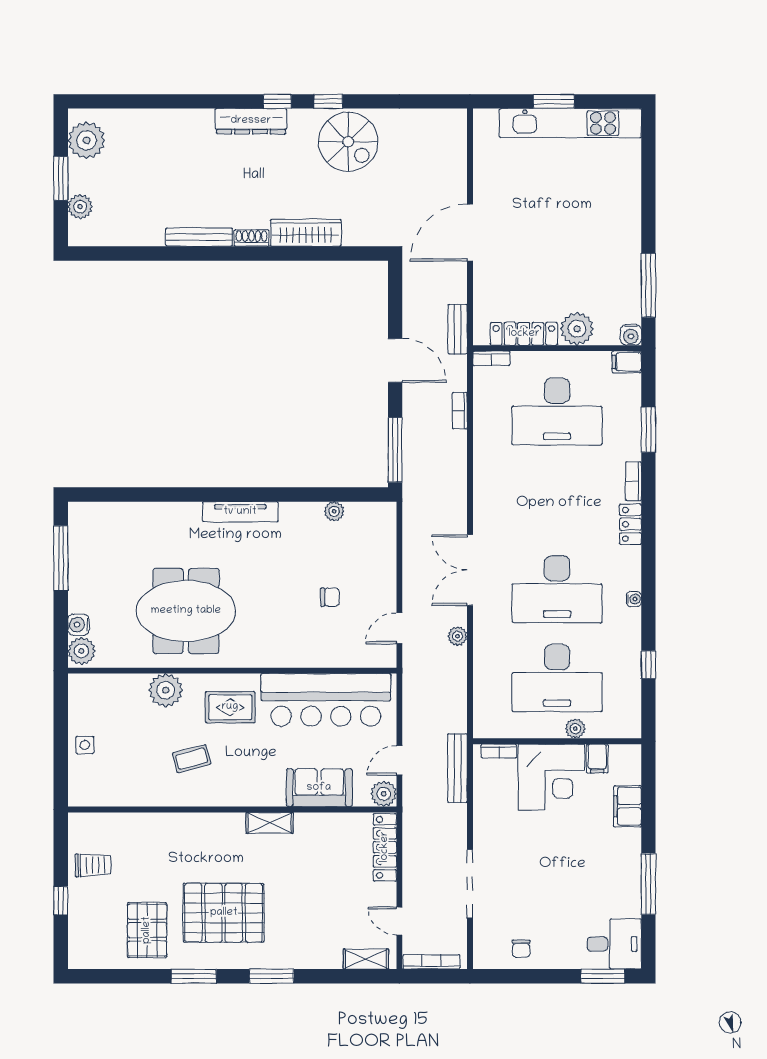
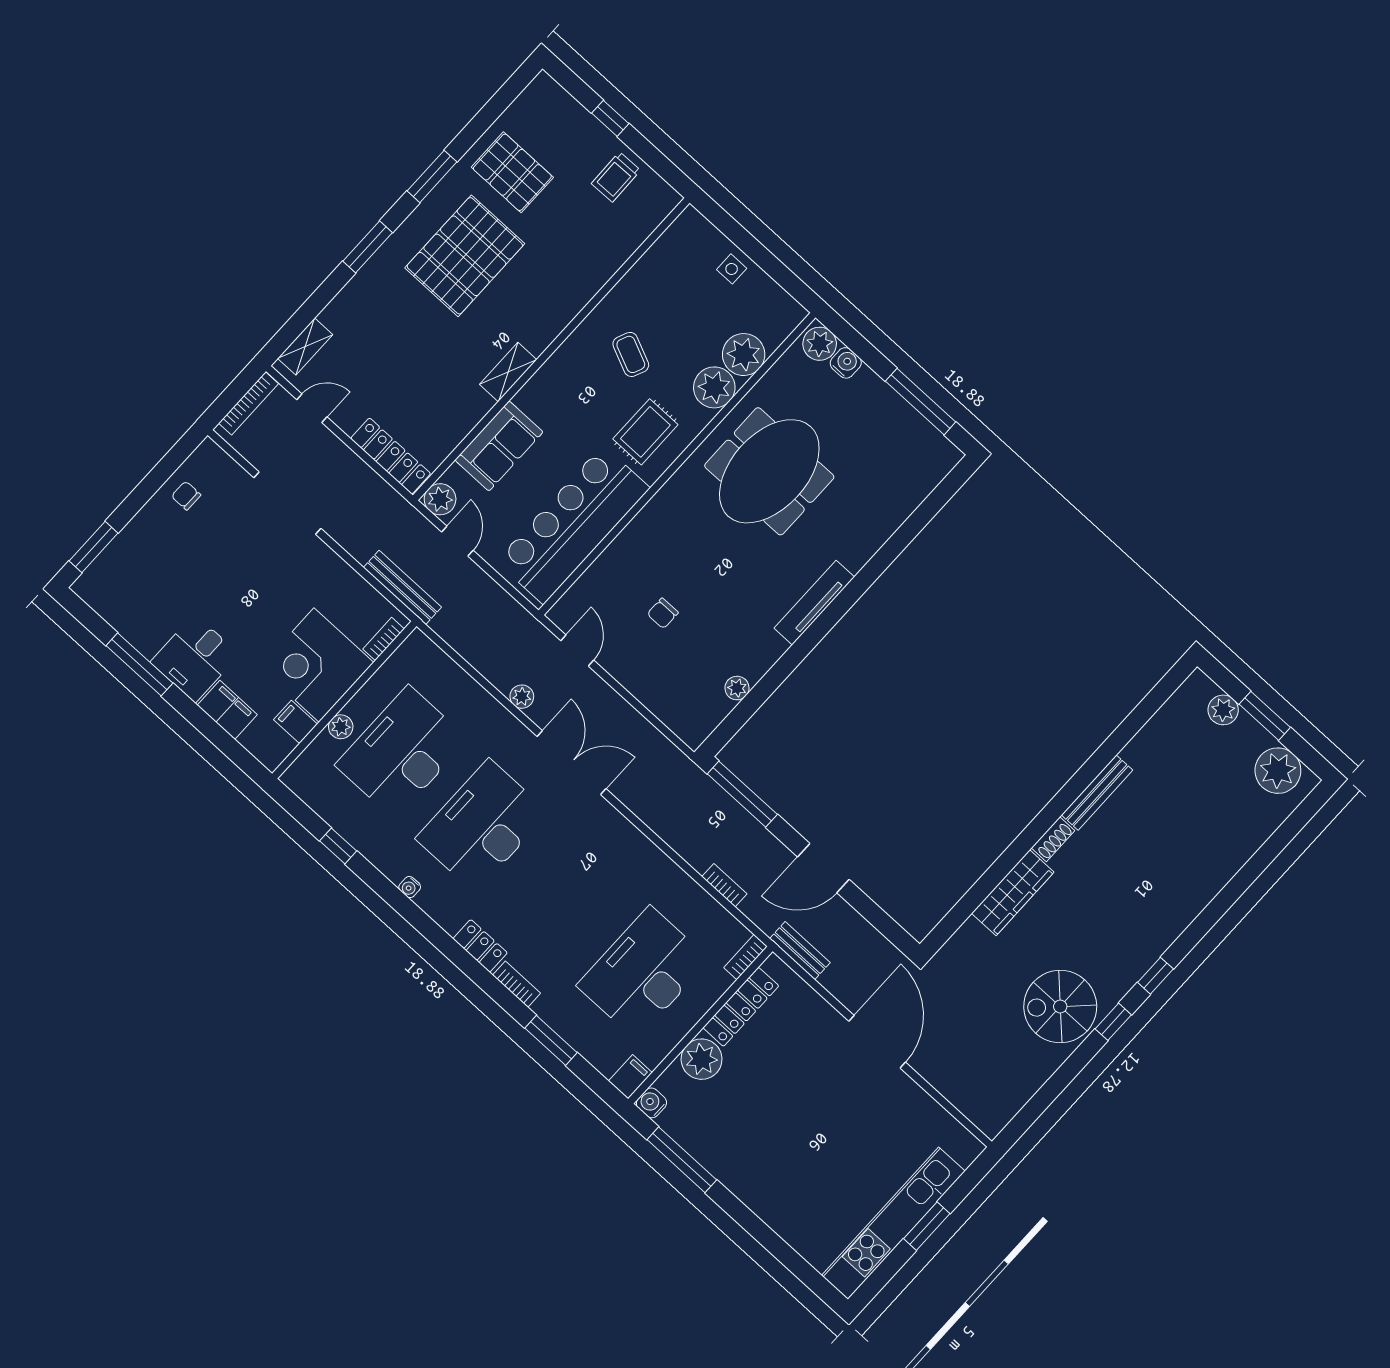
dresser: (251, 121) -> (1159, 935), removed
plant: (130, 691) -> (744, 355), added
coffee table: (192, 759) -> (631, 354), turned -51
desk: (614, 944) -> (195, 658), moved

